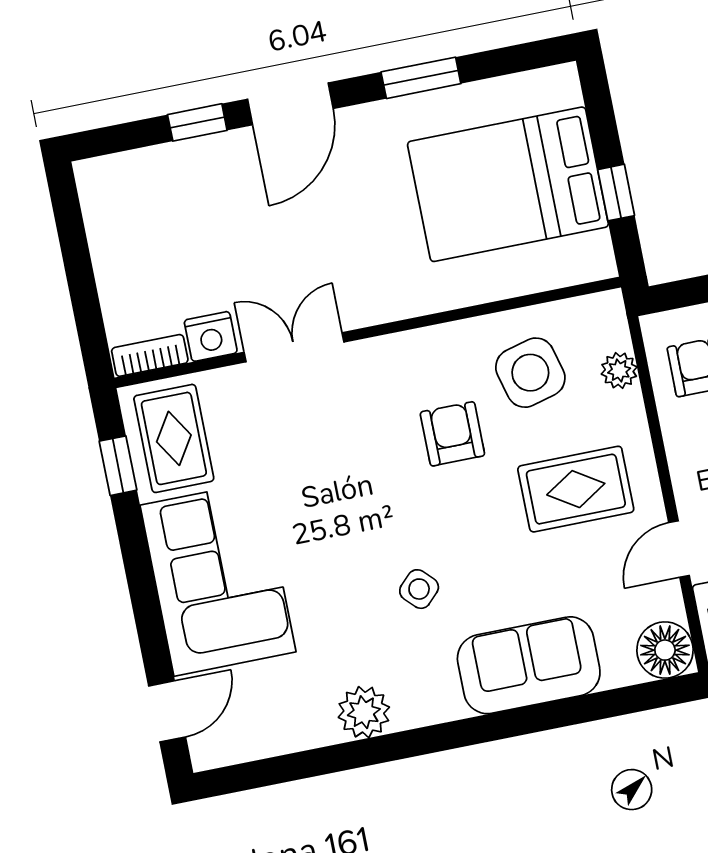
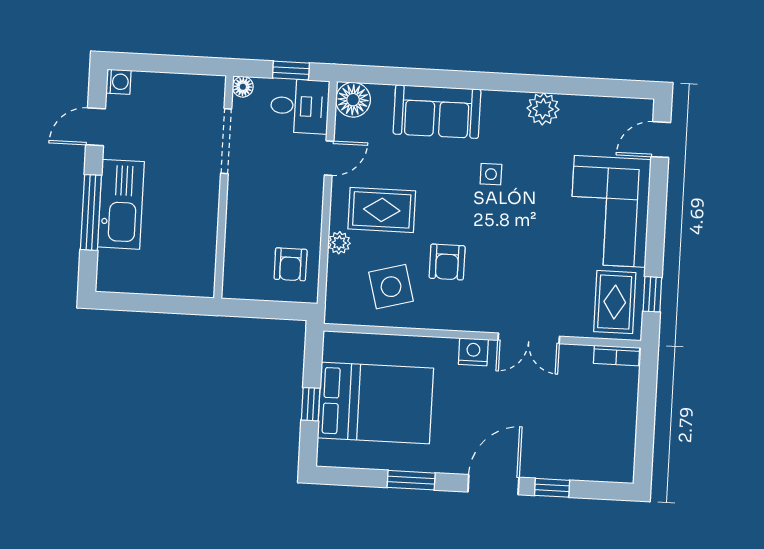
window: (616, 193) -> (311, 404), moved
nightstand: (211, 336) -> (473, 352), moved
plant: (619, 370) -> (339, 243), moved
side table: (419, 589) -> (491, 174), turned 45

